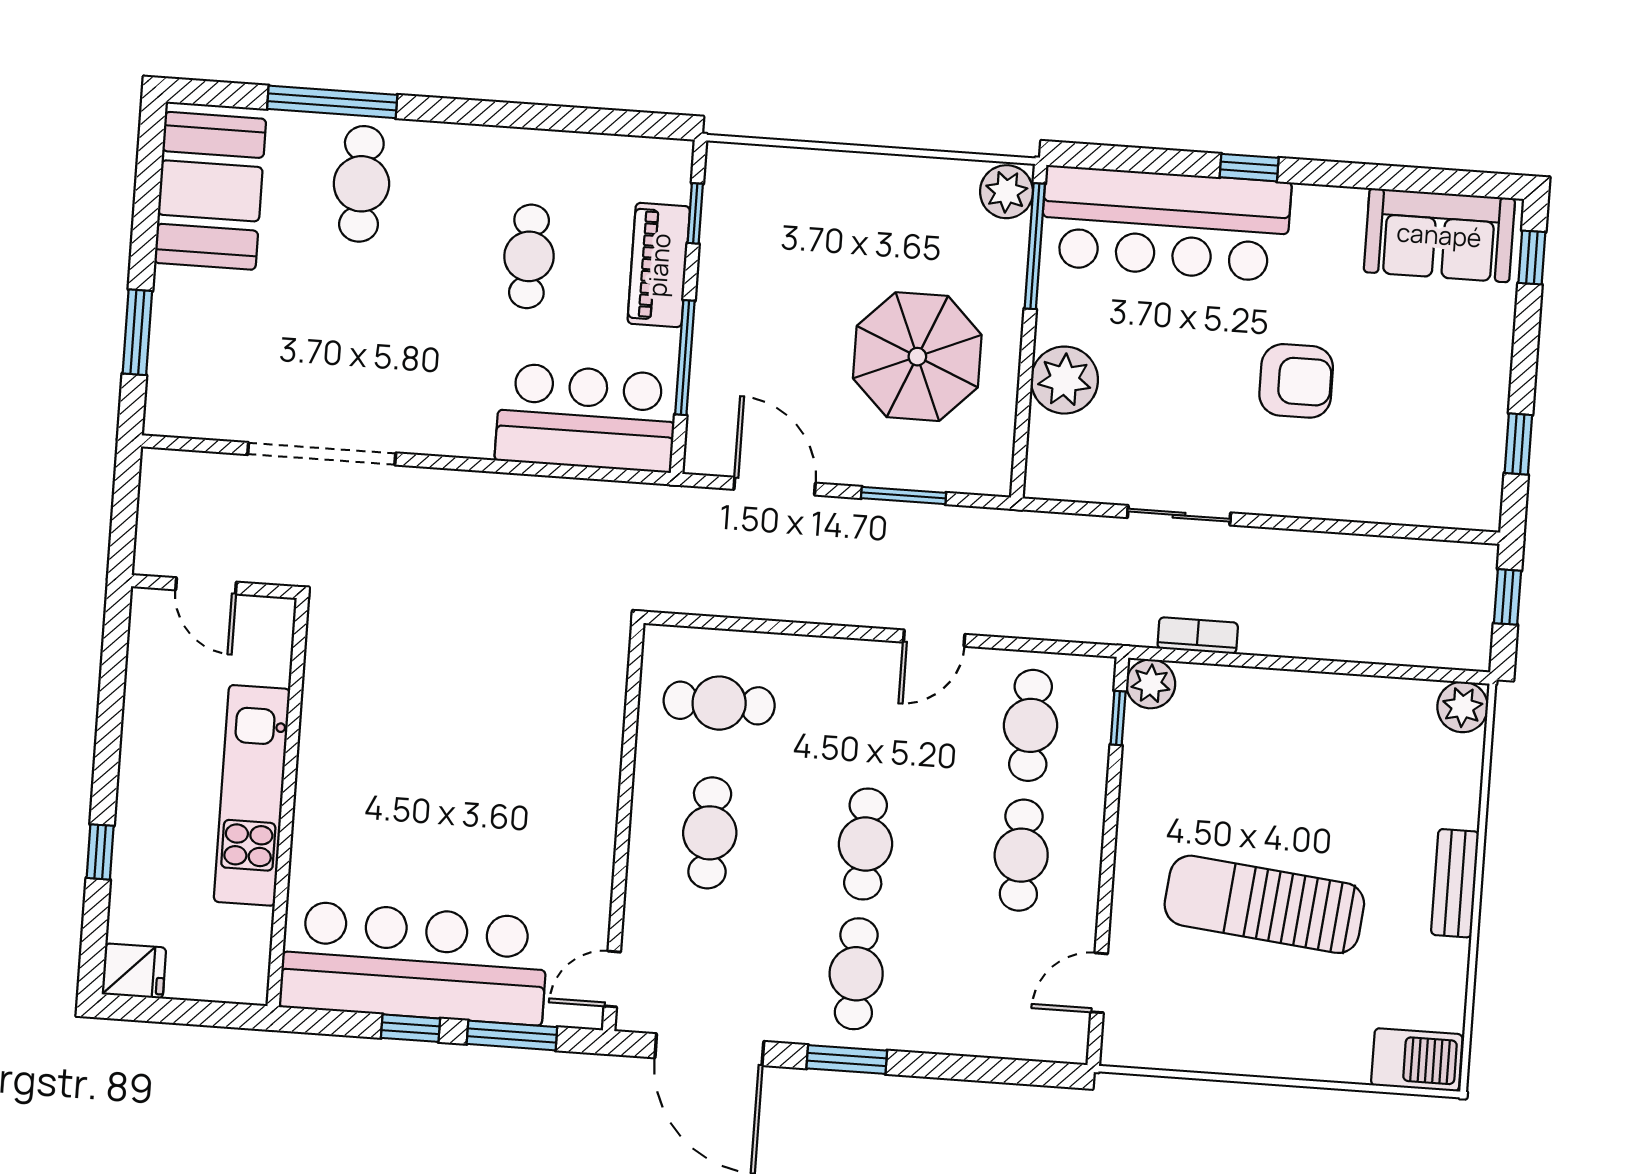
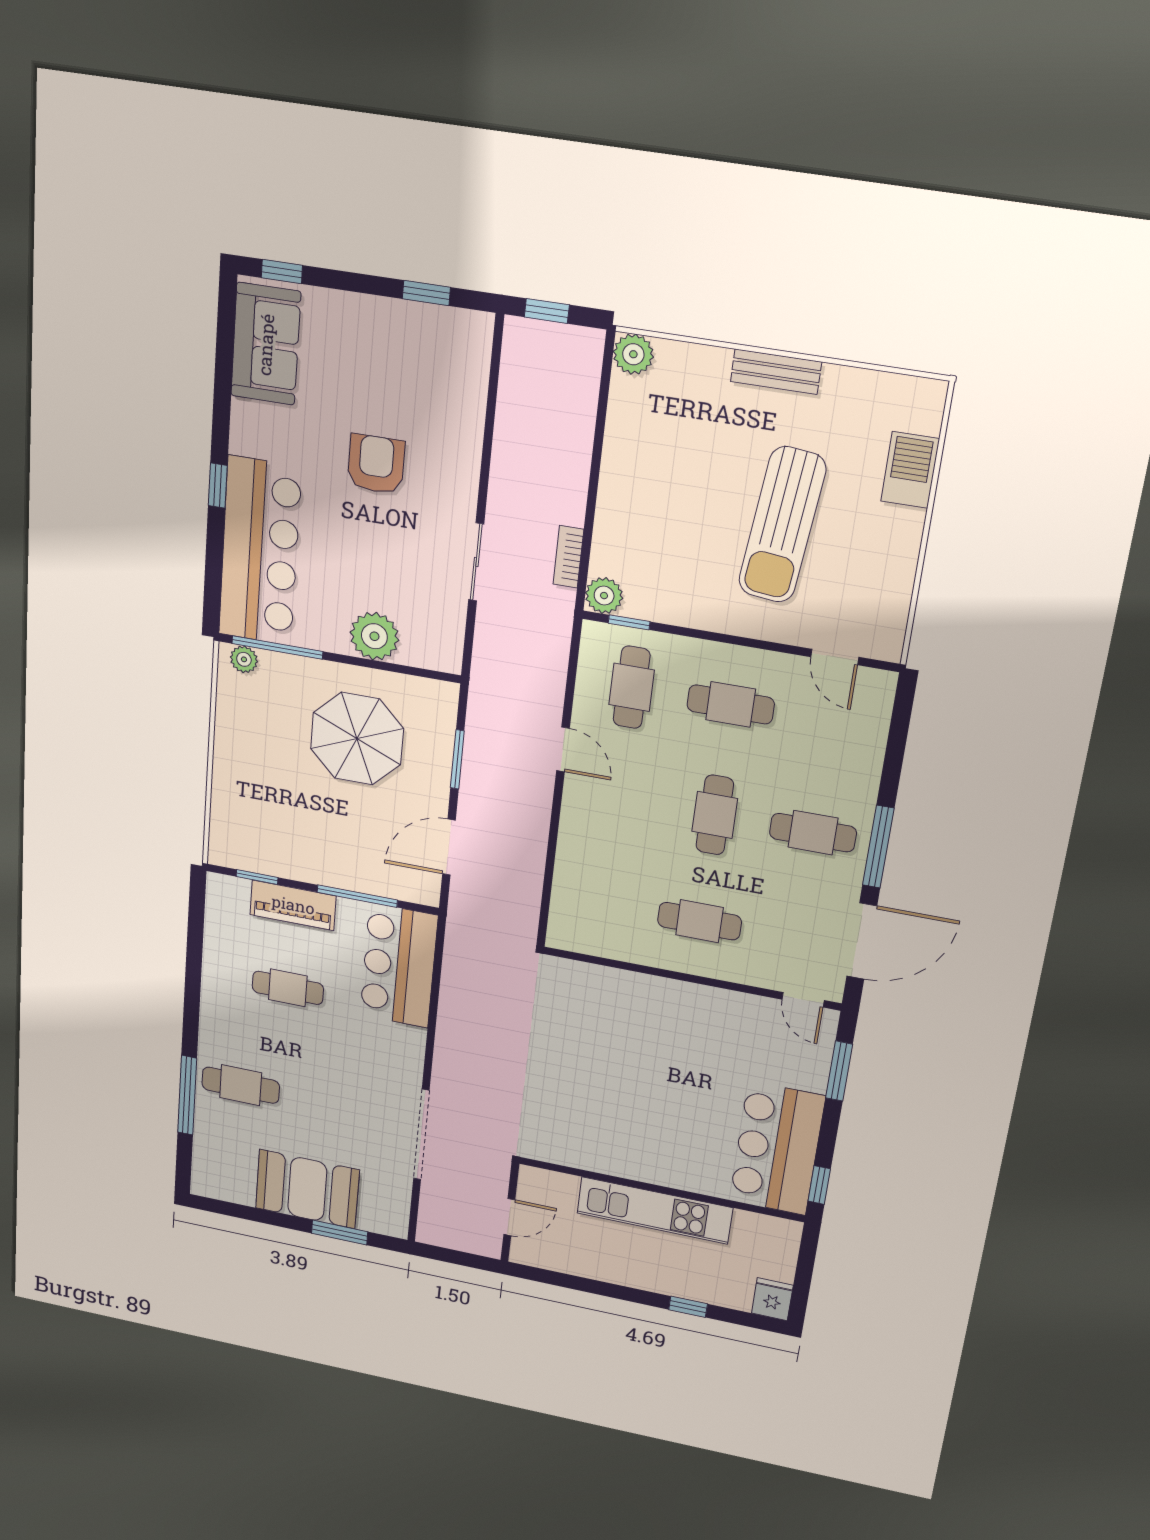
booth: (210, 191) -> (307, 1189), moved
plant: (1006, 192) -> (244, 659), width x0.73, depth x0.73
cafe table: (719, 703) -> (604, 903), removed
cafe table: (1030, 725) -> (632, 687), turned 90
cafe table: (865, 844) -> (715, 815), turned 90
bar counter: (414, 963) -> (777, 1149), width x0.73
window: (410, 1028) -> (819, 1185), moved
window: (847, 1059) -> (878, 847), width x1.44
barbecue: (1417, 1060) -> (910, 470), moved

